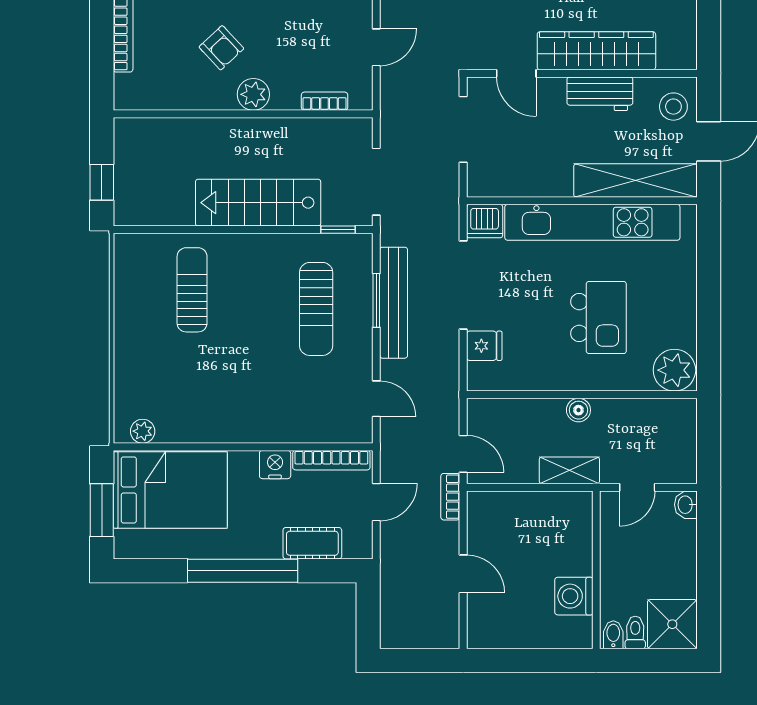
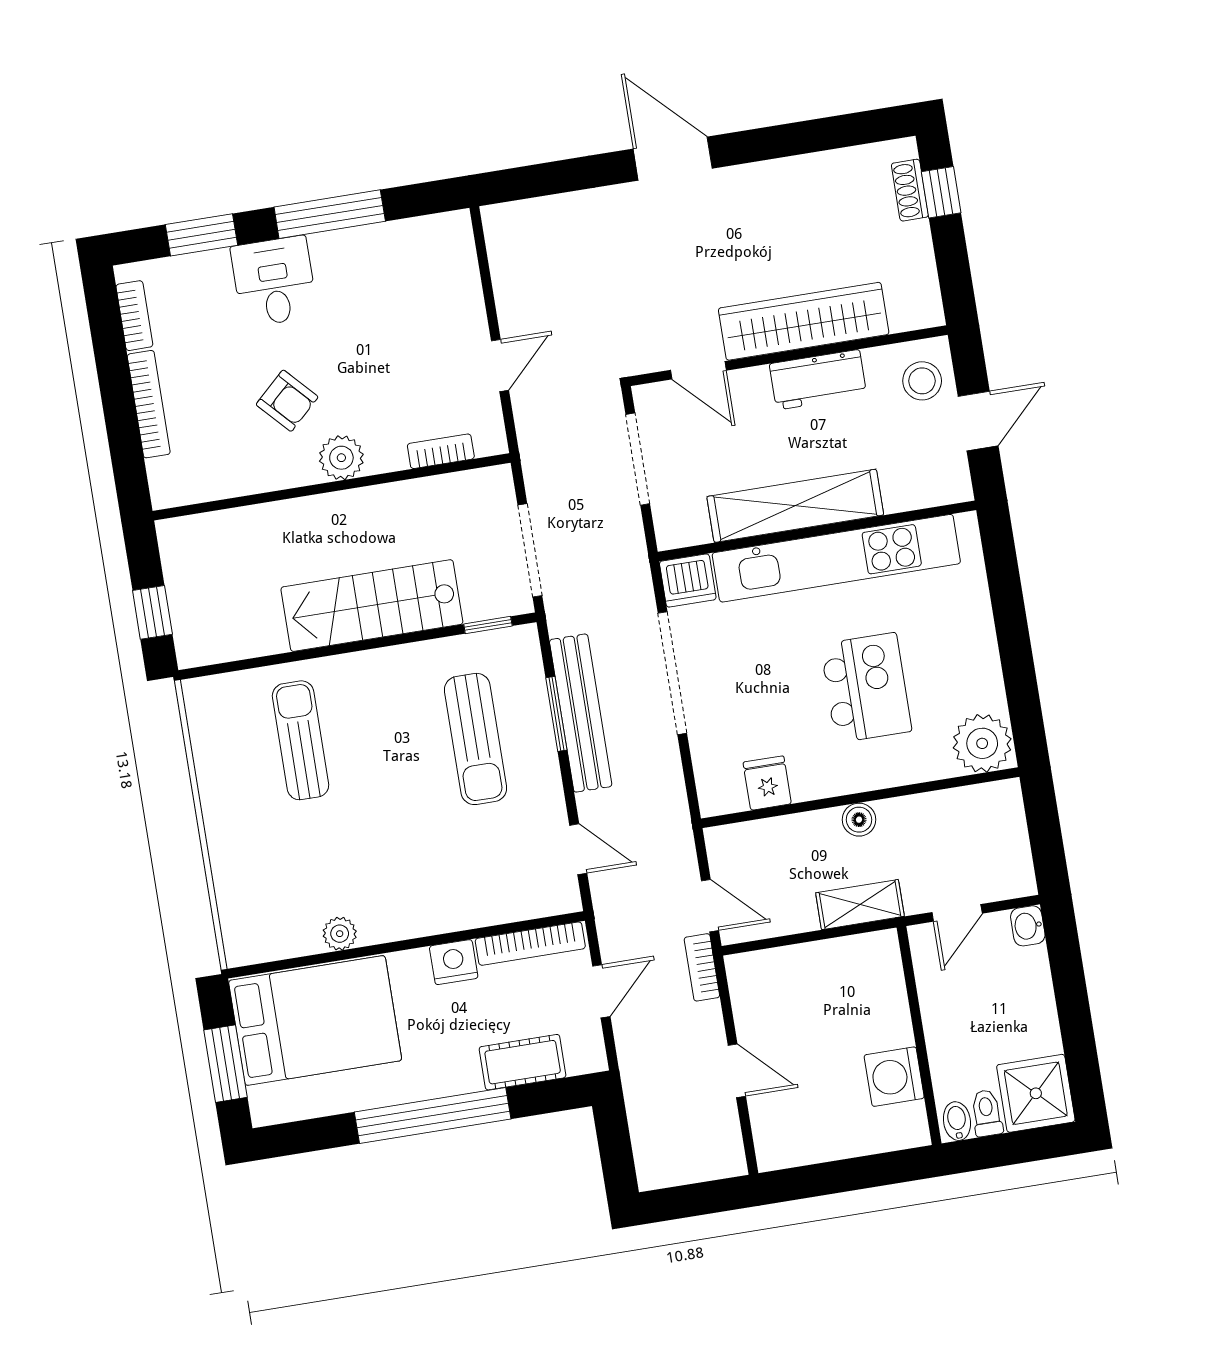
shelving: (635, 180) -> (795, 506), moved
fridge: (484, 346) -> (767, 783), moved, turned -90
plant: (143, 431) -> (340, 934), moved

